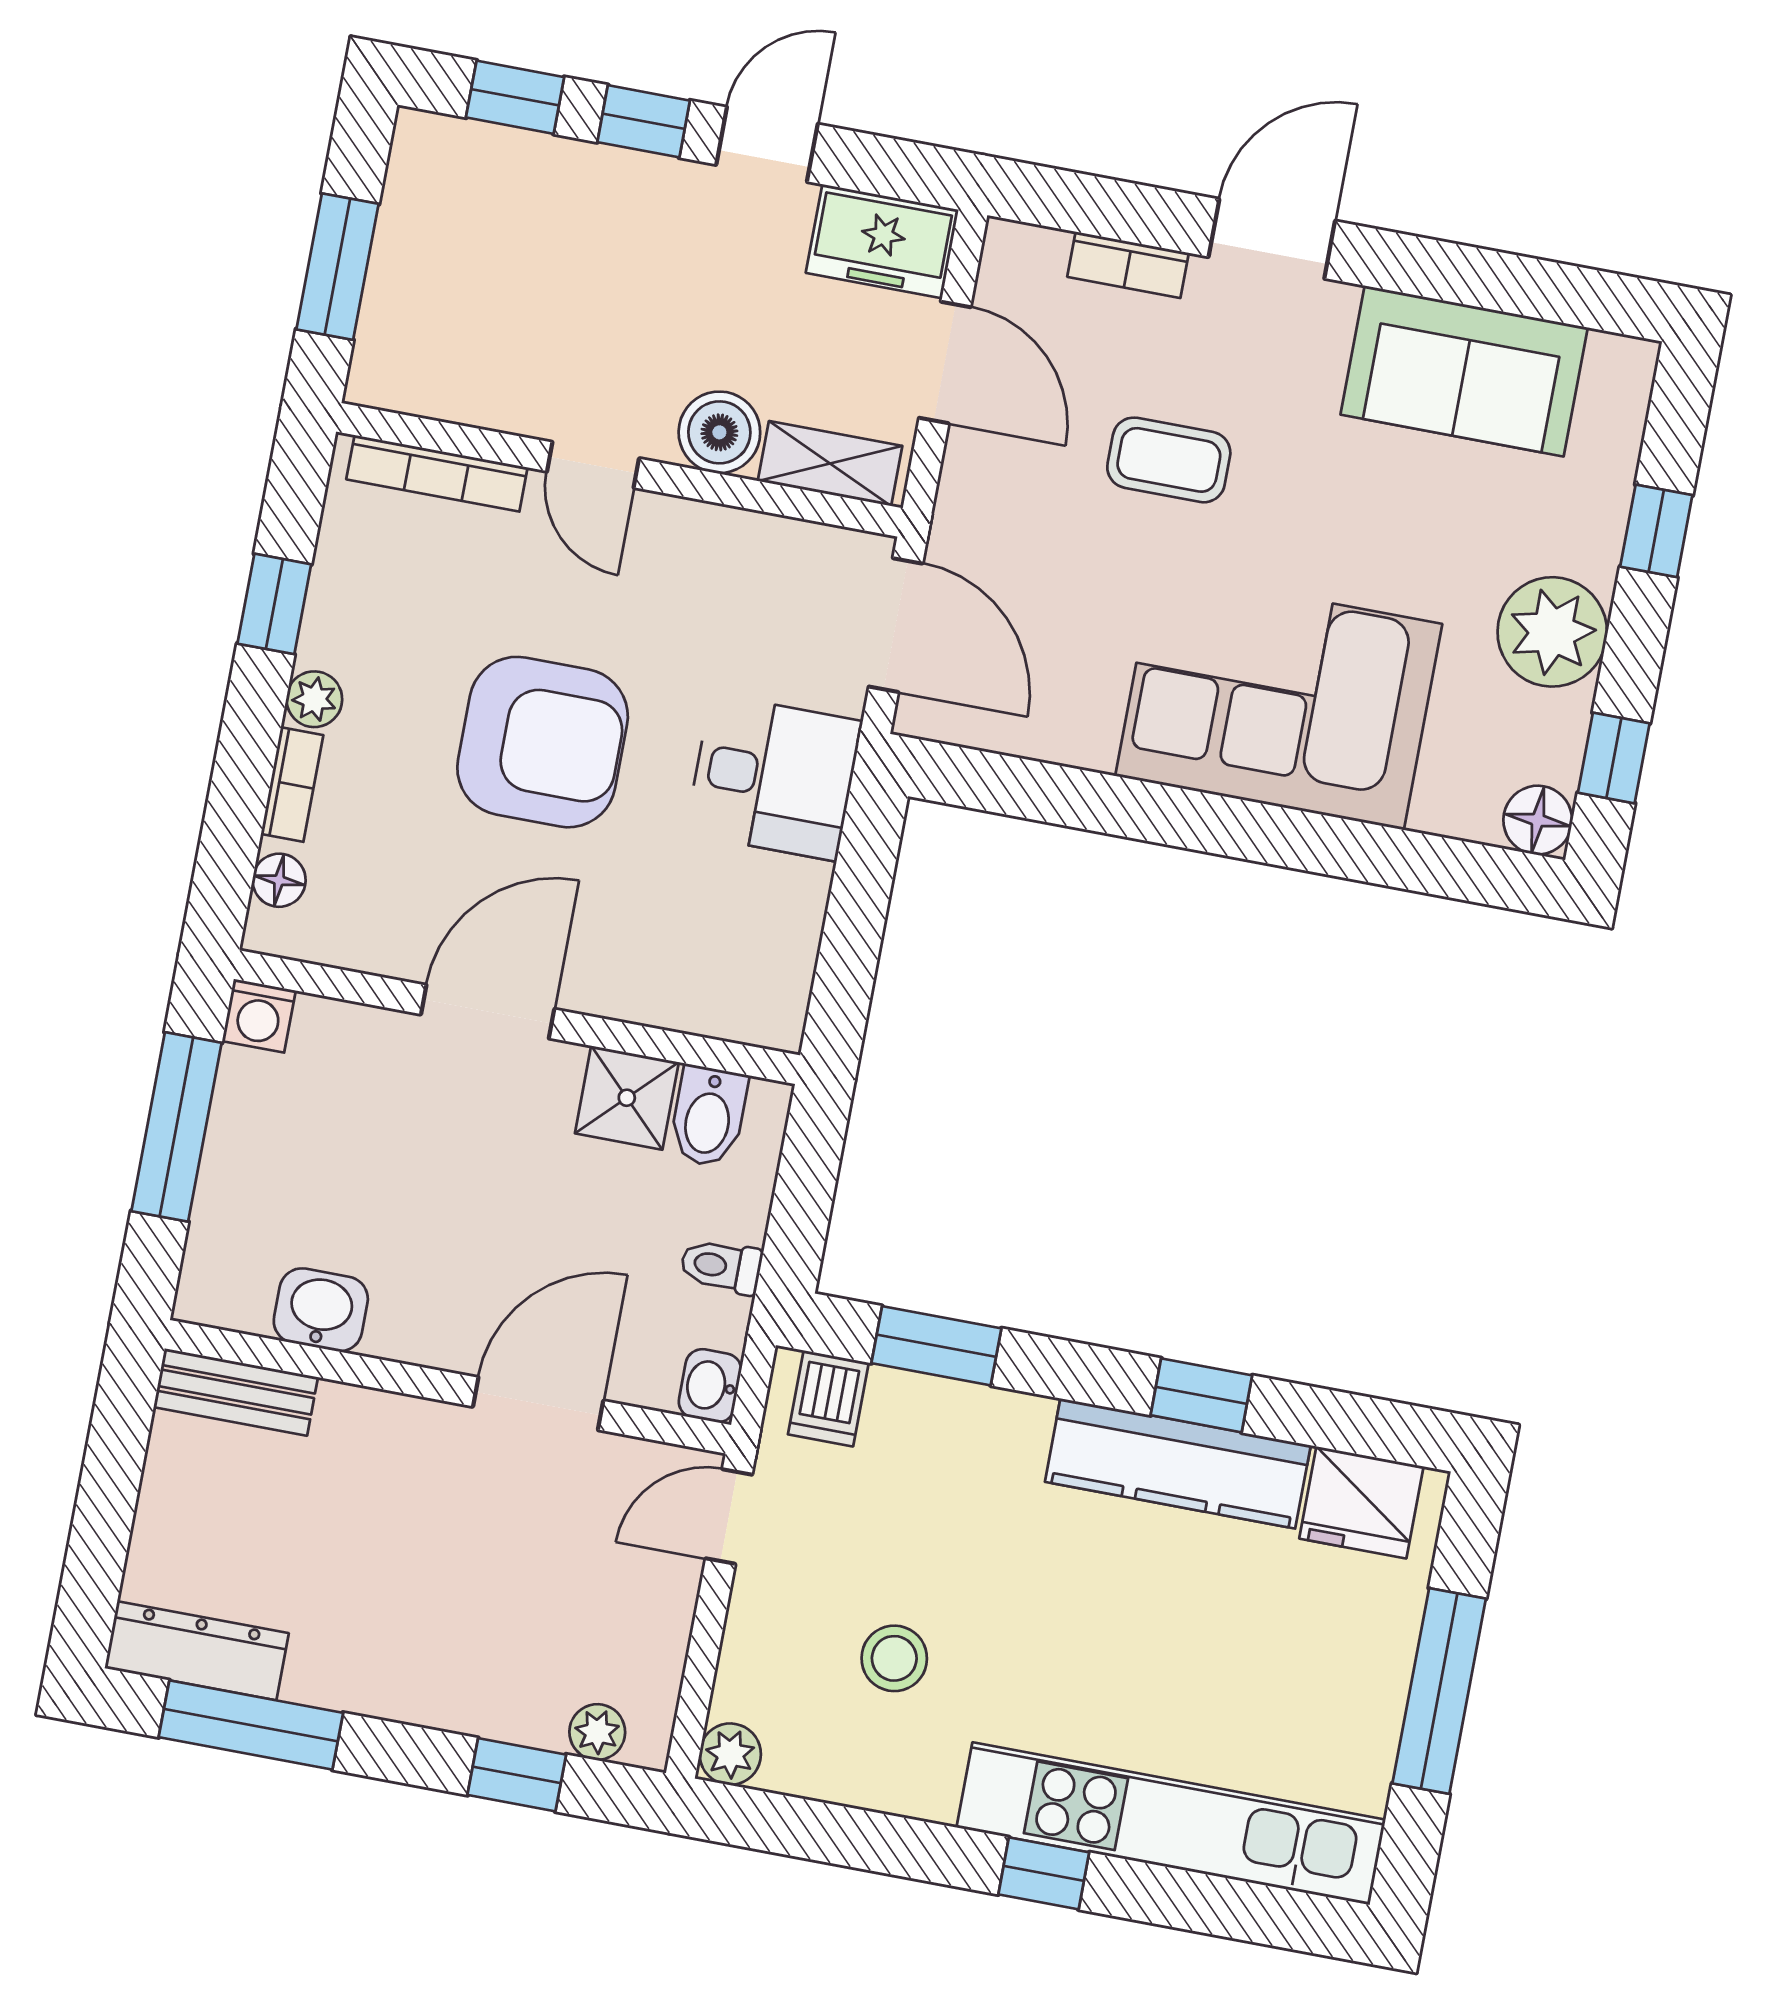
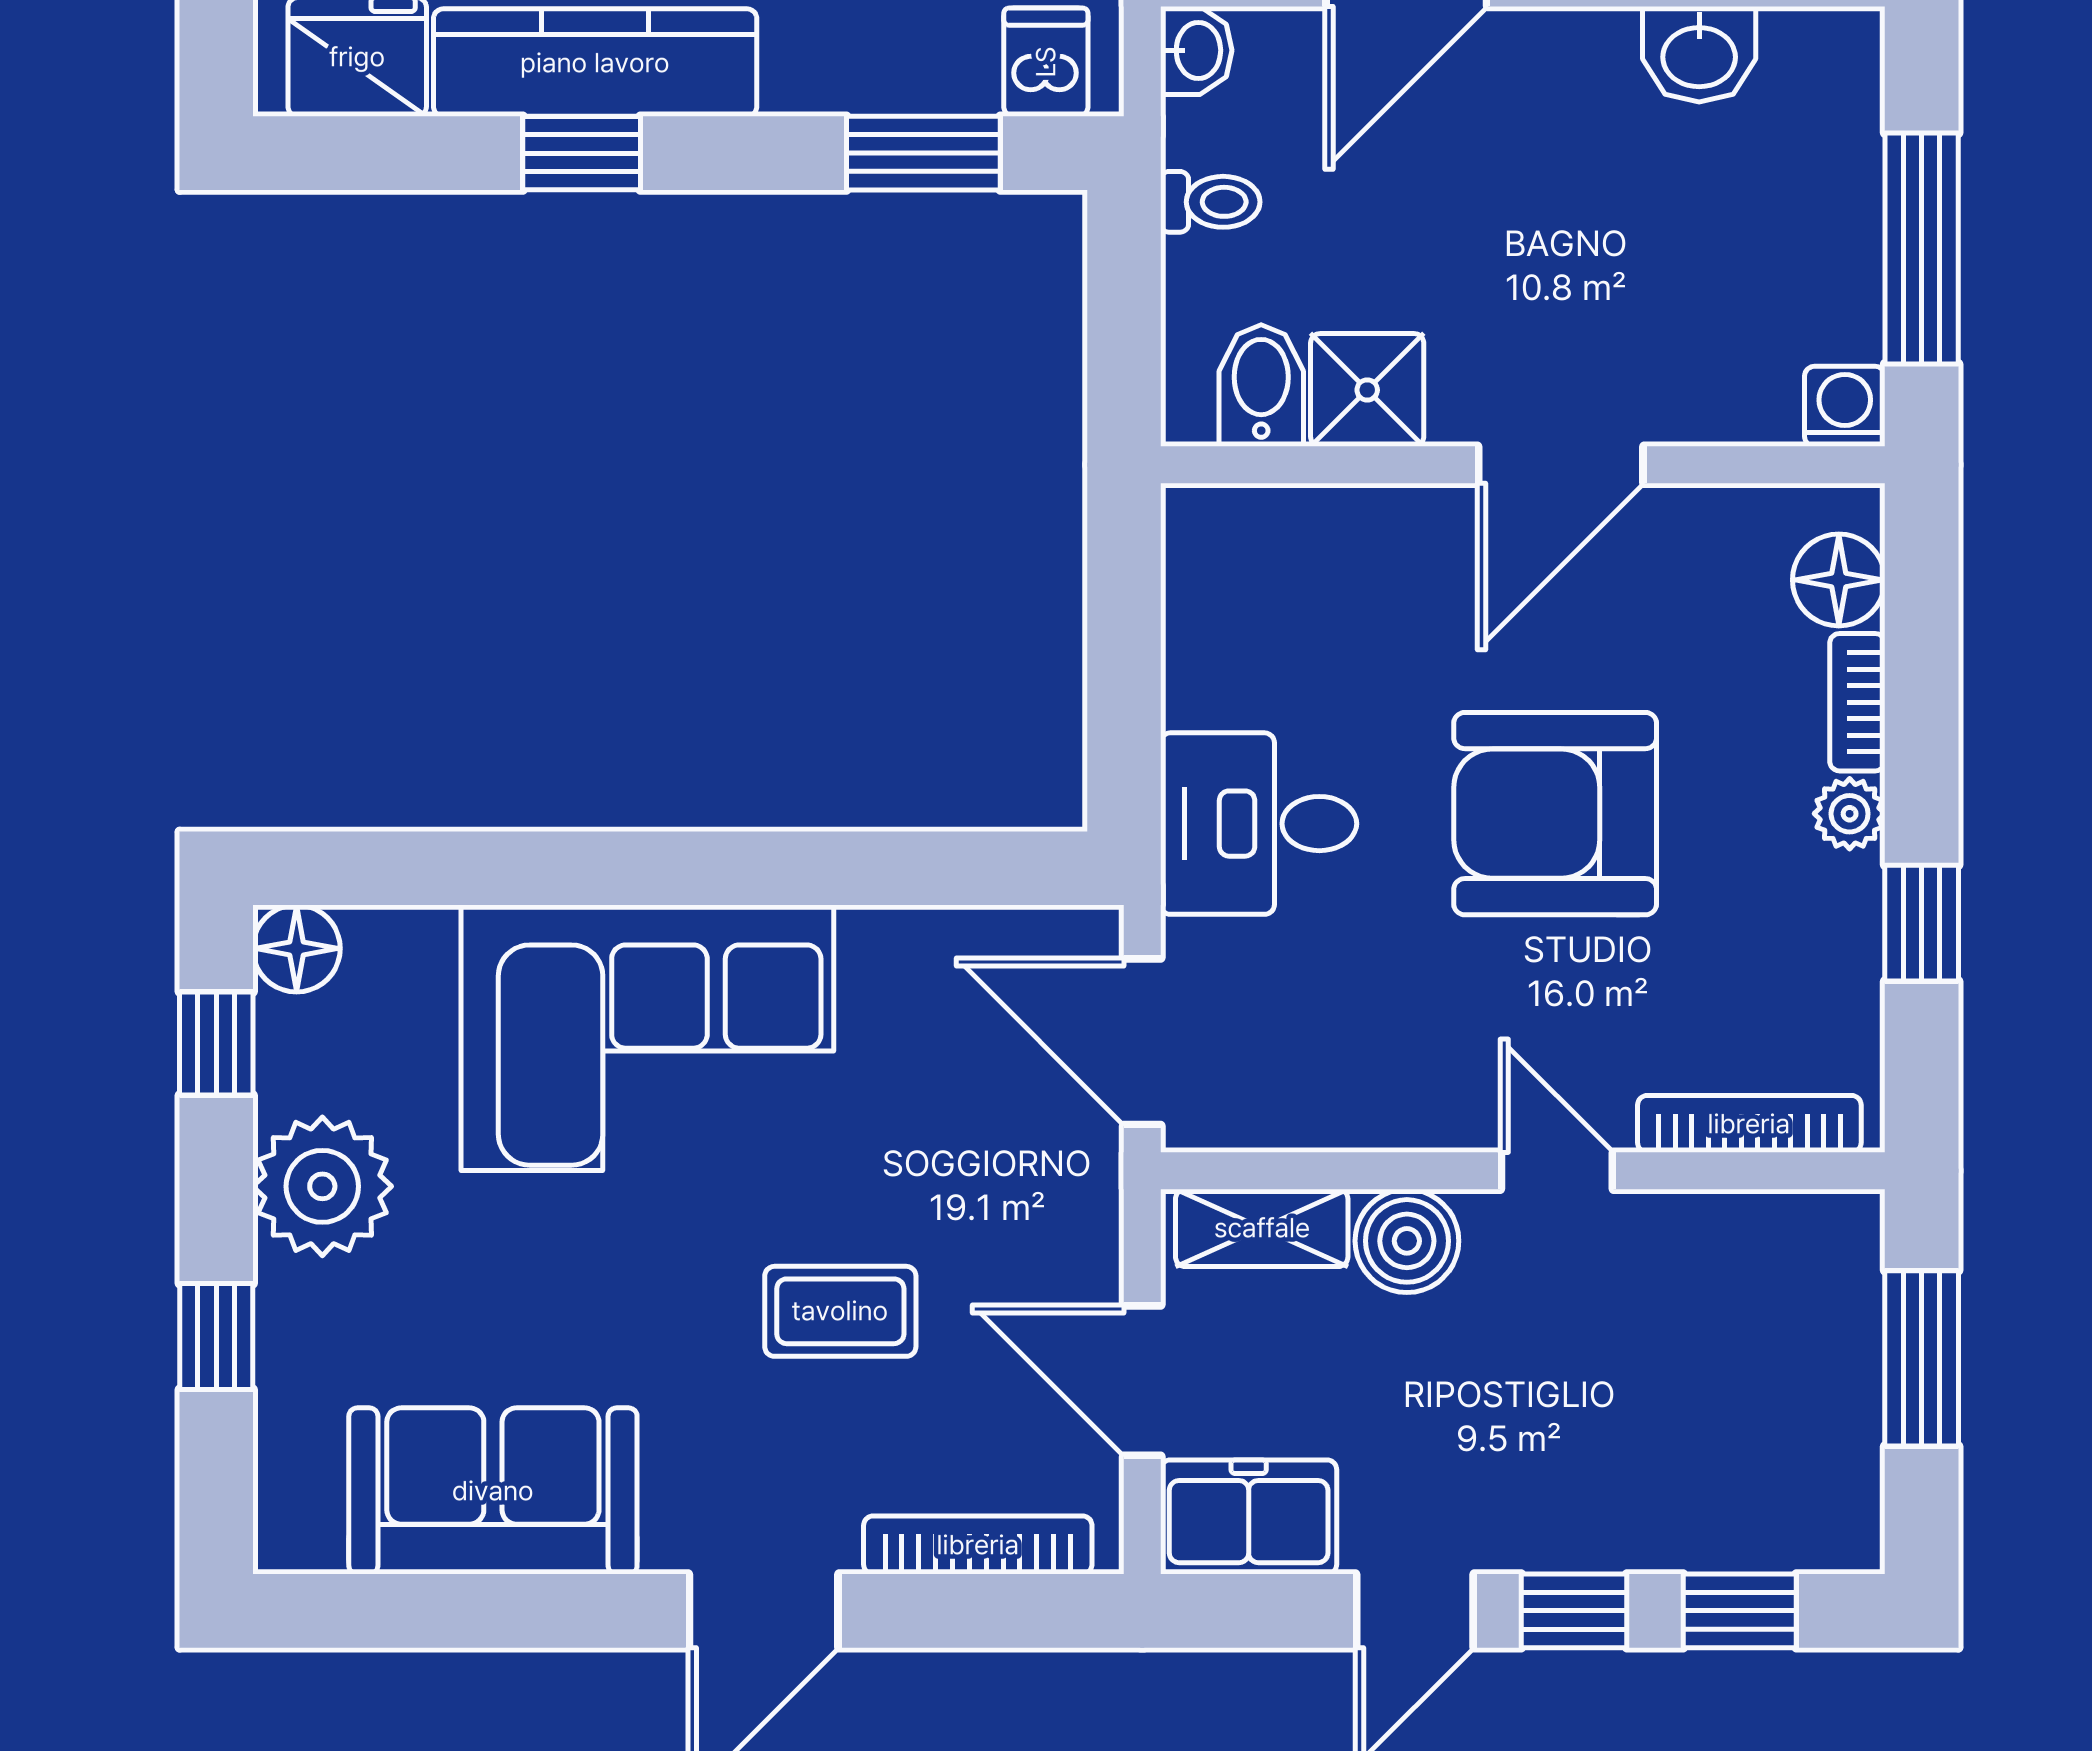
bookcase: (1128, 265) -> (978, 1545), width x1.56
floor lamp: (279, 880) -> (1839, 580), width x1.37, depth x1.37

